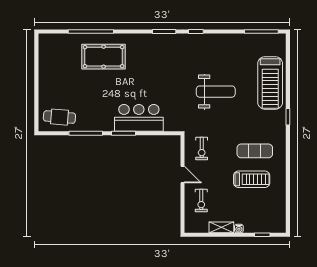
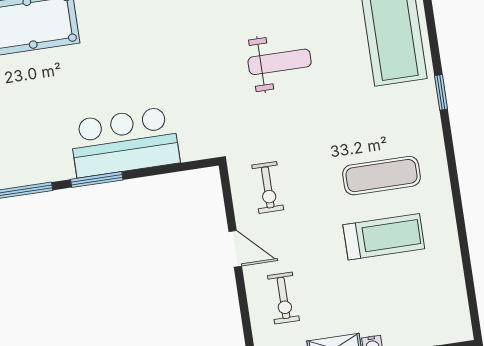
weight bench: (216, 92) -> (280, 62), width x0.73, depth x0.75

